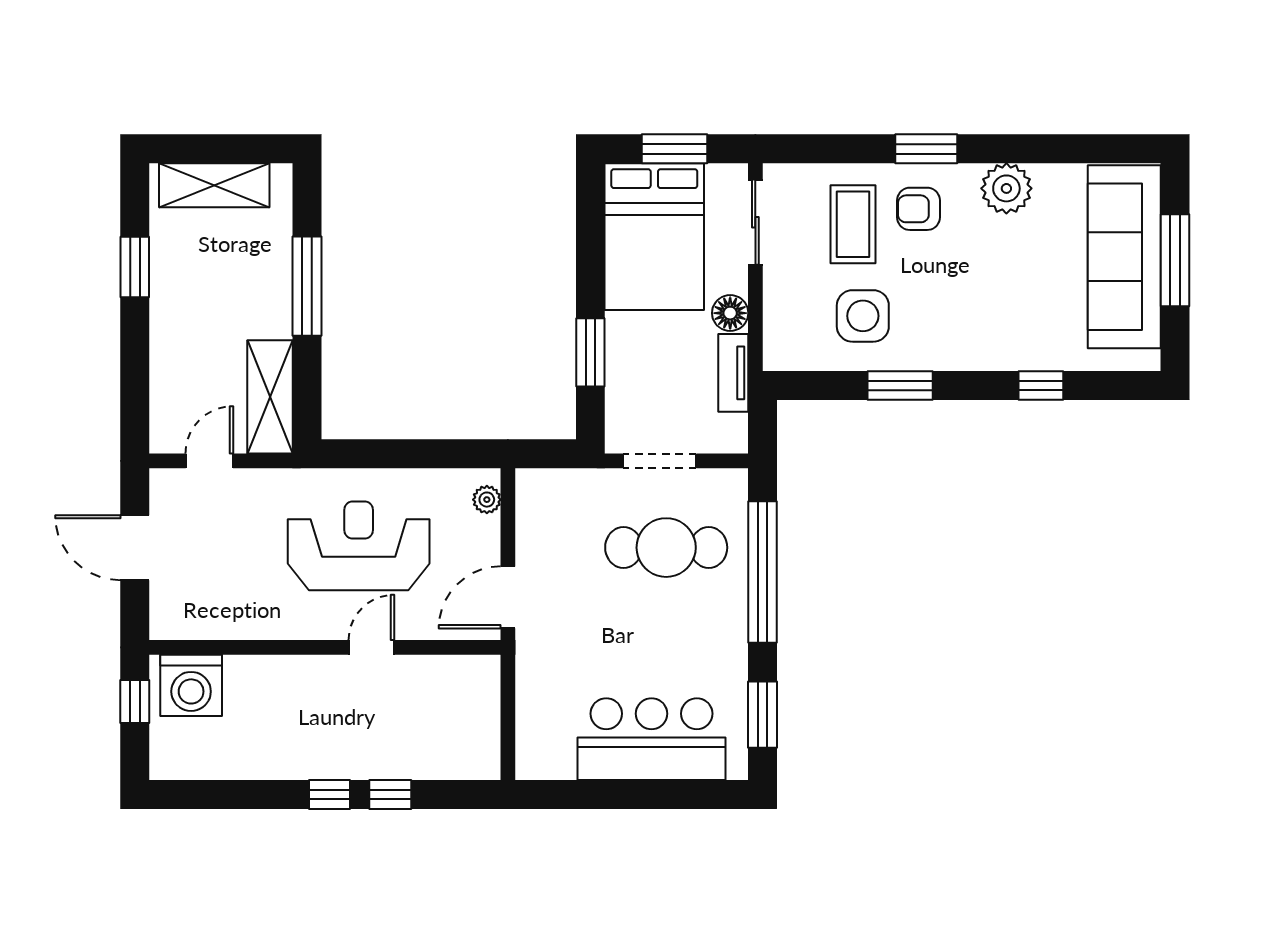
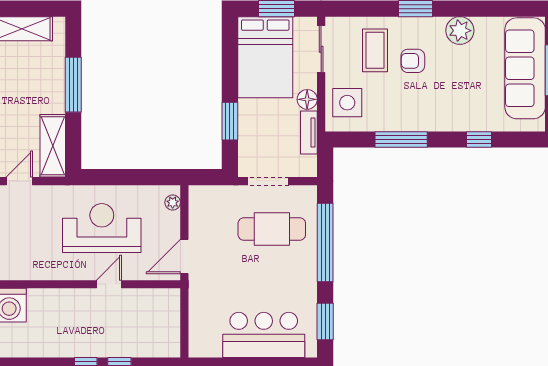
armchair: (918, 209) -> (413, 61), moved
side table: (863, 316) -> (347, 103), moved
window: (900, 386) -> (401, 139), width x1.44

